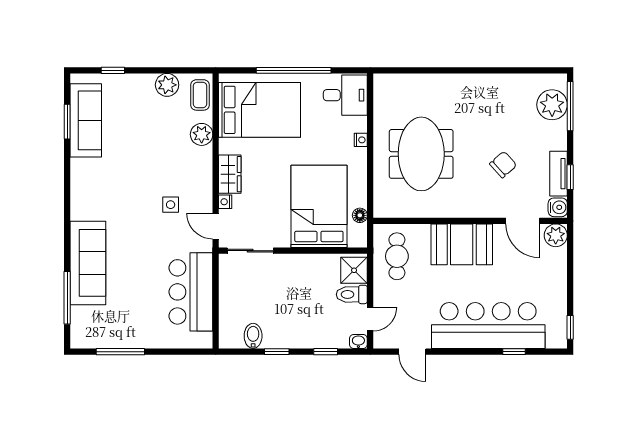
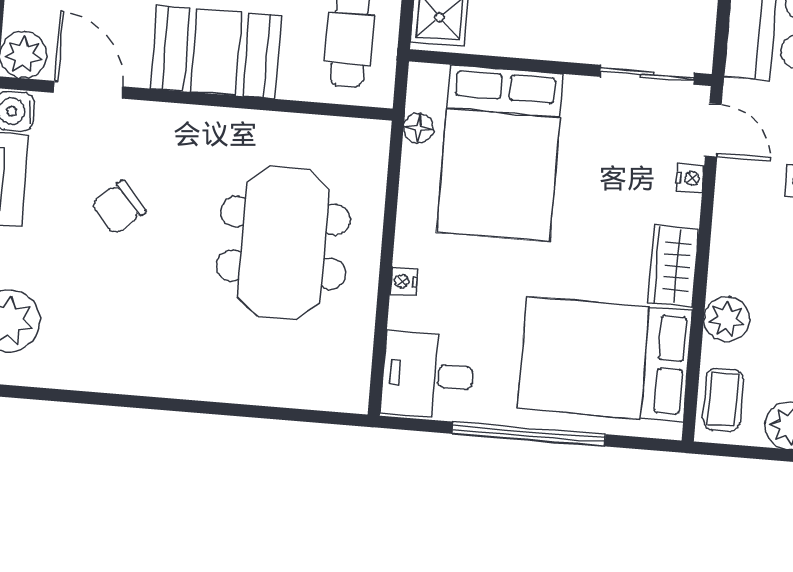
wardrobe: (230, 174) -> (673, 266), moved

